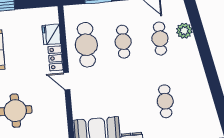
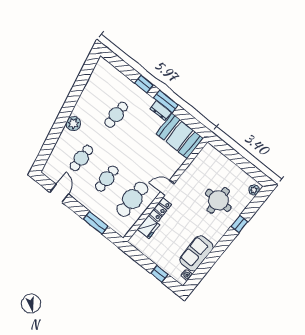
plant: (184, 31) -> (73, 124), moved
door: (67, 81) -> (167, 188), swing flipped

